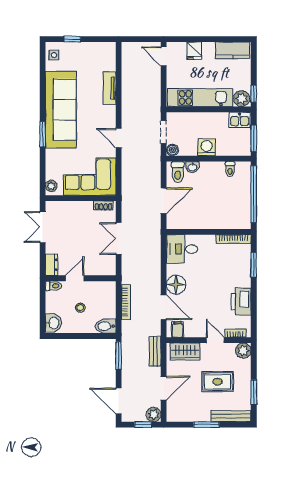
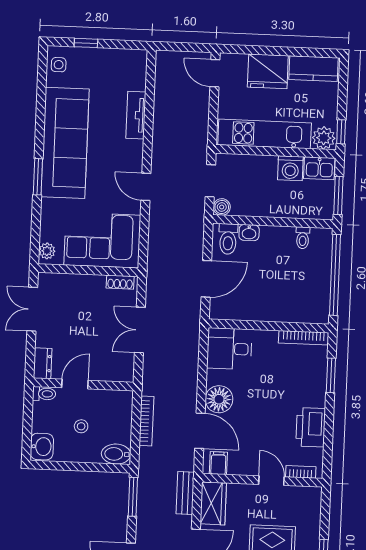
fridge: (194, 51) -> (268, 71), width x1.88, depth x1.34
washing machine: (207, 147) -> (290, 168), moved, turned 180
plant: (243, 351) -> (311, 497), removed
wardrobe: (185, 352) -> (213, 503), moved, turned -90

